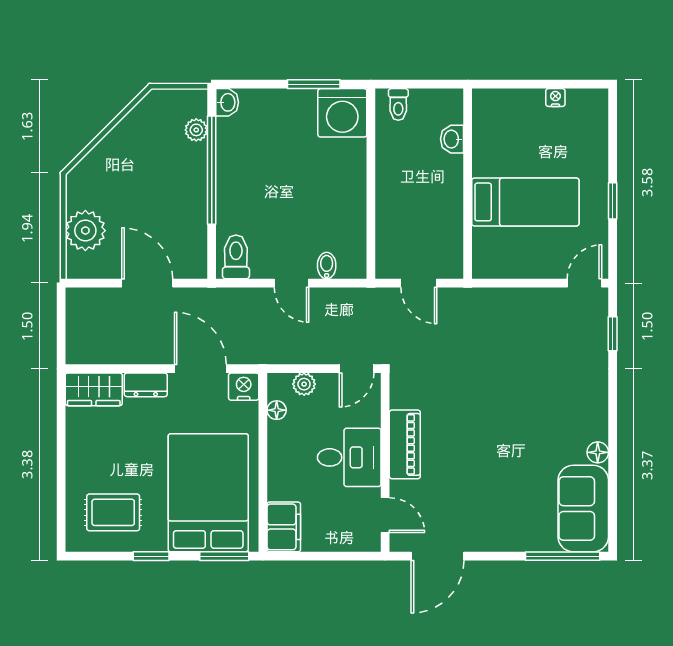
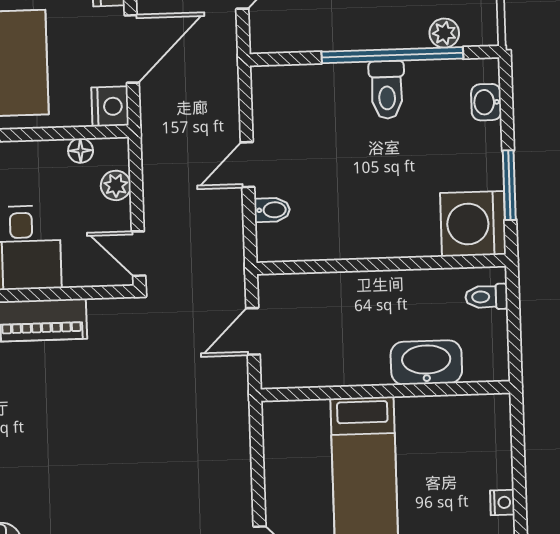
washbasin: (227, 102) -> (486, 102), moved, turned 90
washbasin: (452, 139) -> (426, 363), width x1.91, depth x1.45
toilet: (236, 257) -> (387, 90), moved, turned 90

